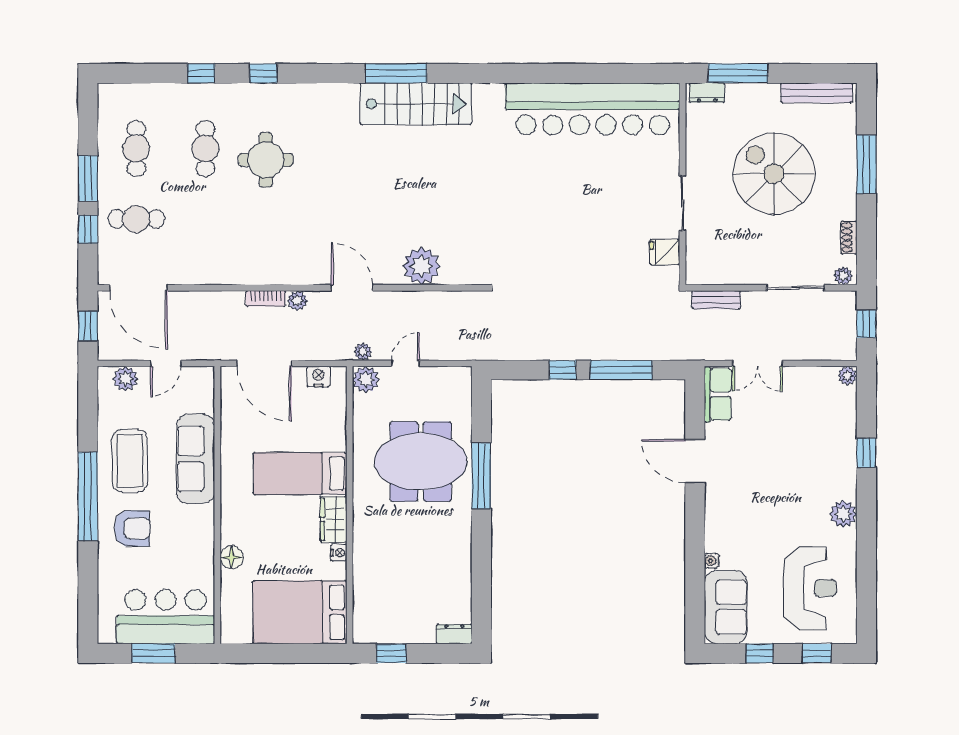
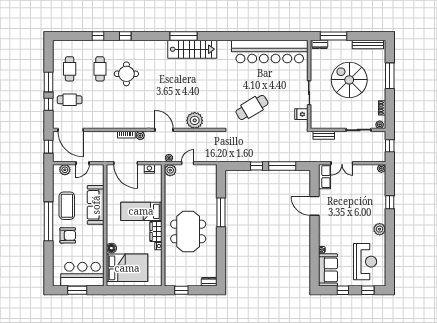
cafe table: (552, 237) -> (252, 107), added
meeting table: (421, 462) -> (188, 231), moved, turned 90
bed: (300, 612) -> (127, 268), moved, turned 180

